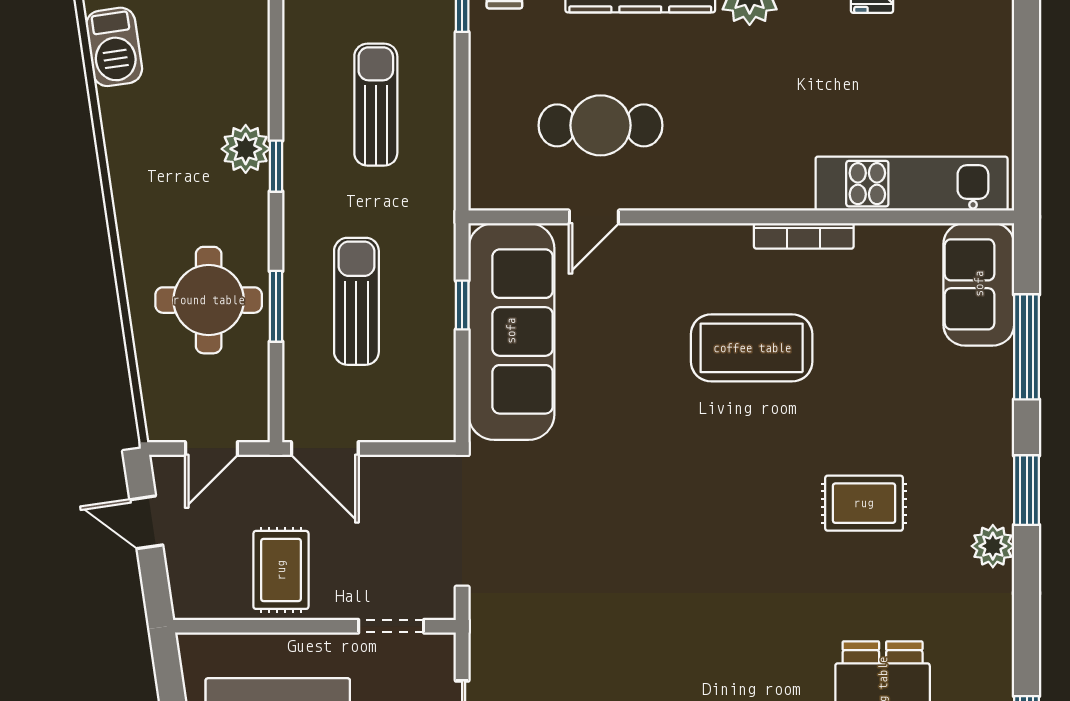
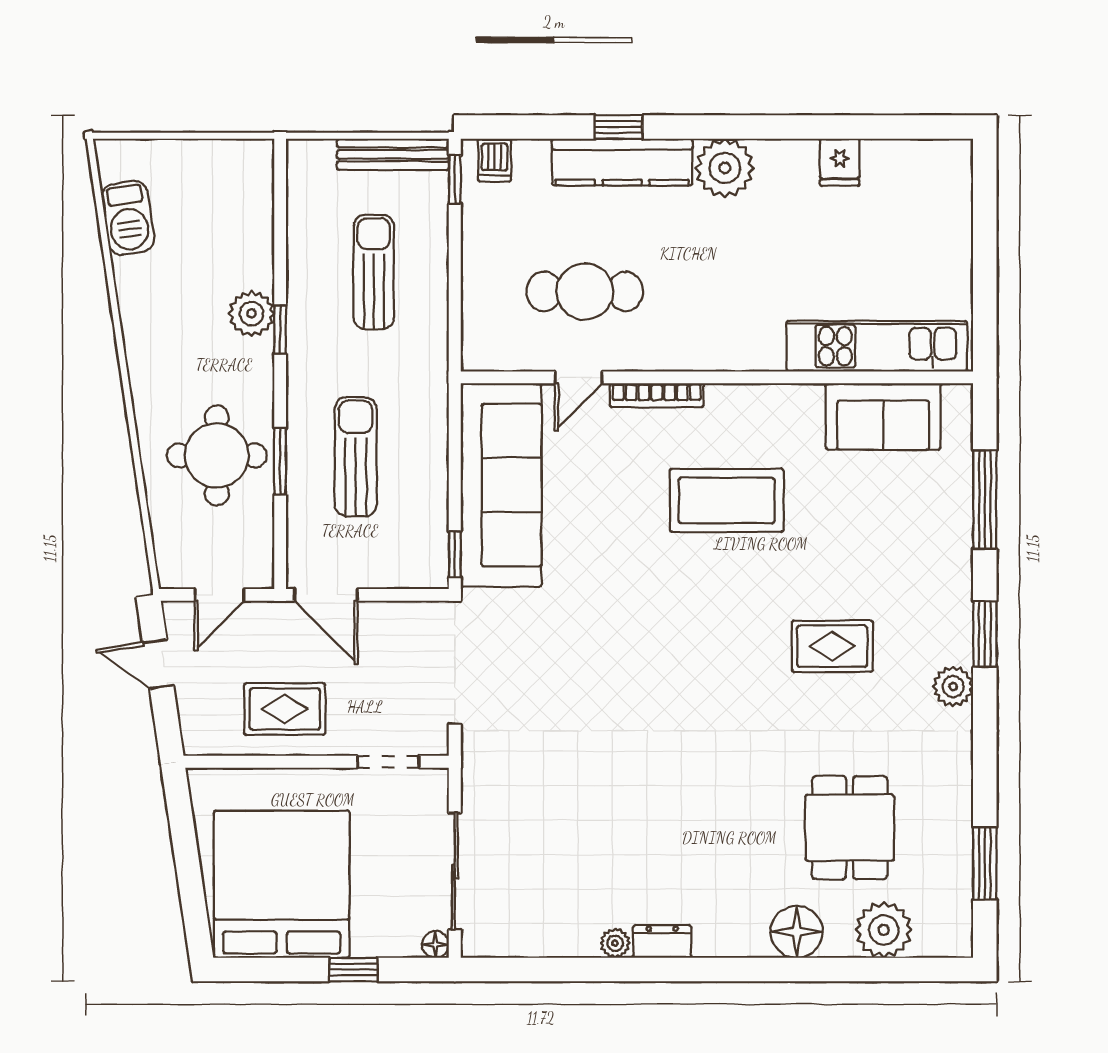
bookcase: (804, 236) -> (657, 395), moved
sofa: (979, 284) -> (883, 416), moved, turned -90
window: (462, 305) -> (455, 554), moved
rug: (281, 570) -> (285, 709), turned 90

